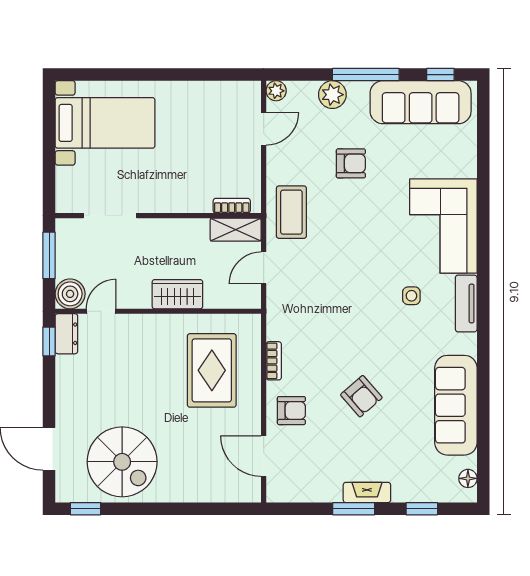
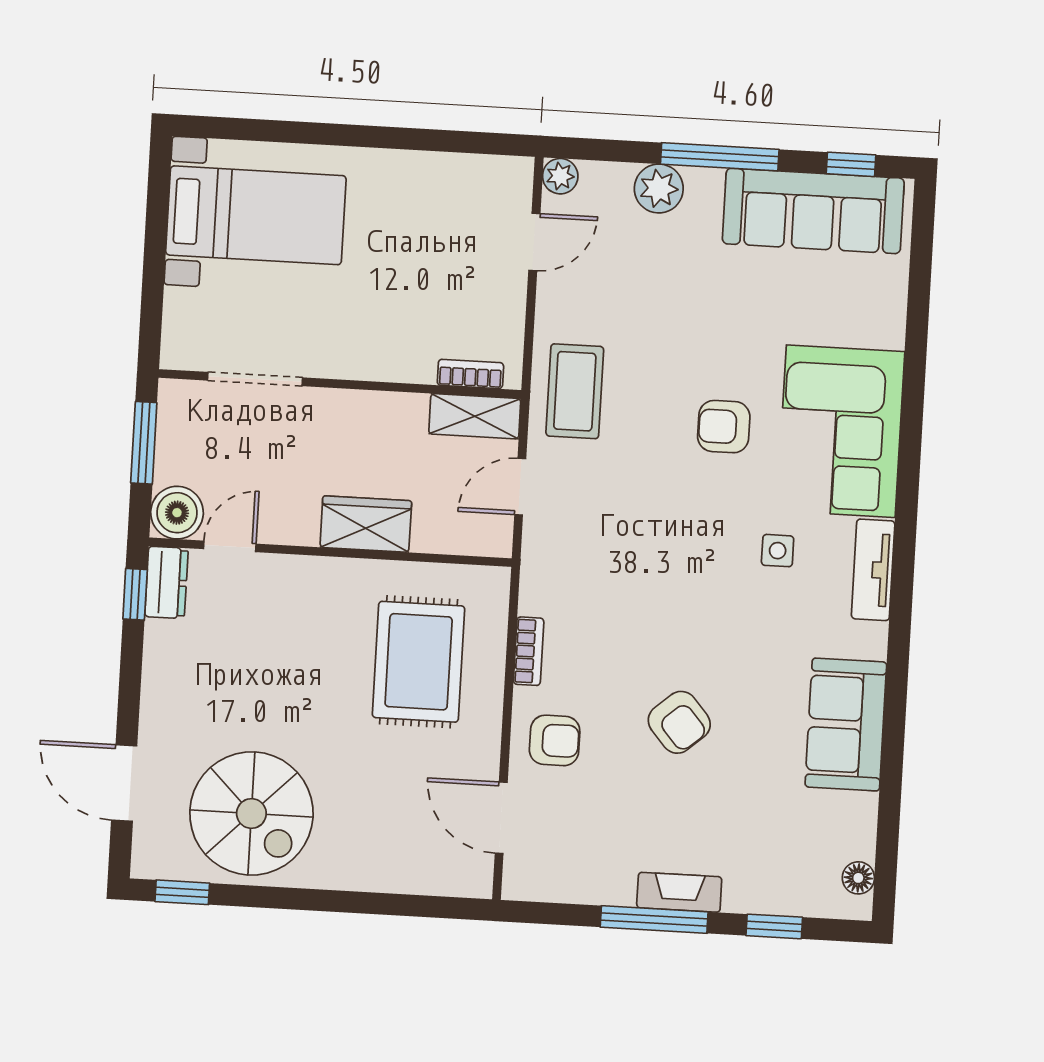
armchair: (351, 163) -> (724, 427), moved, turned 180
sofa: (456, 405) -> (846, 724), width x0.73
window: (354, 509) -> (654, 920), width x1.44

